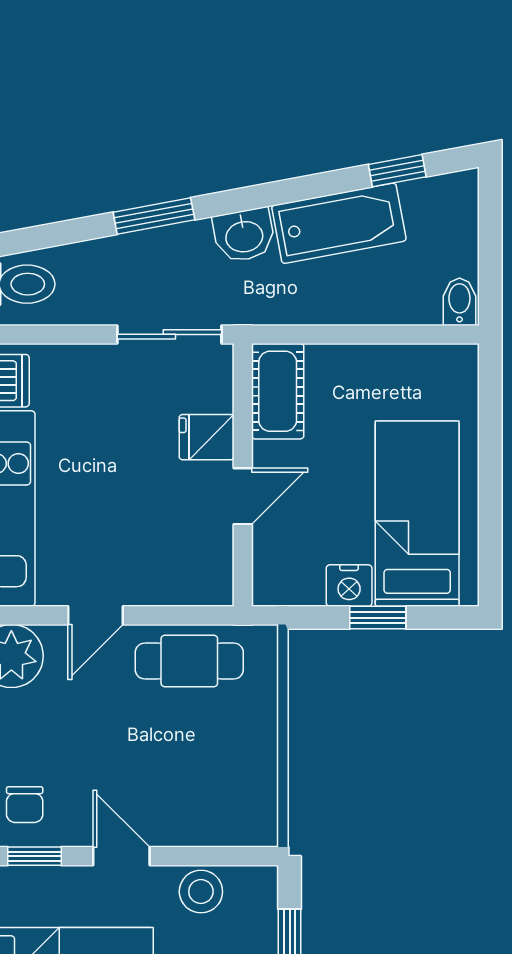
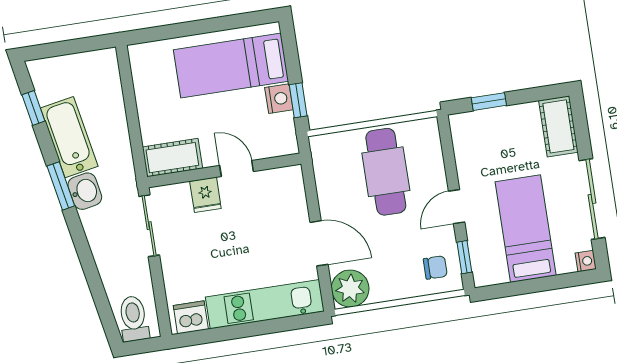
window: (154, 216) -> (61, 186), moved
bidet: (459, 302) -> (104, 60), removed
door: (96, 615) -> (319, 243), width x1.38
window: (378, 618) -> (298, 100), moved
cafe table: (189, 661) -> (386, 172), moved, width x1.37, depth x1.35
stool: (201, 892) -> (470, 157), removed

